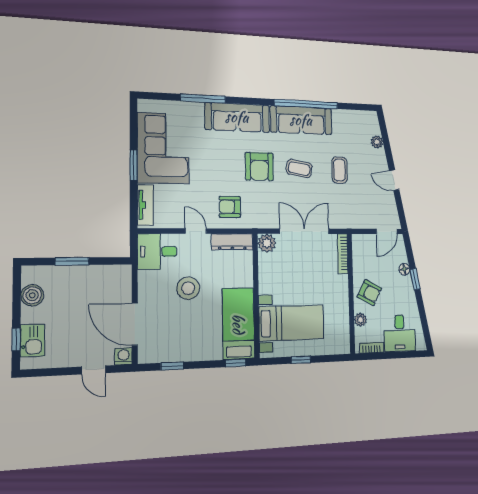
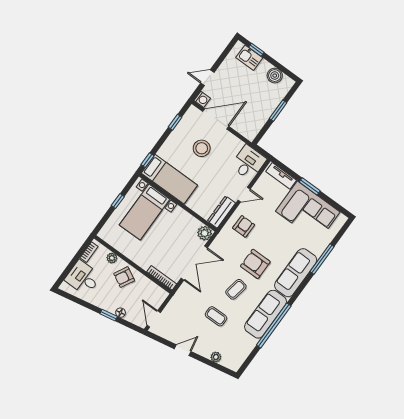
stool: (188, 288) -> (202, 148), moved

